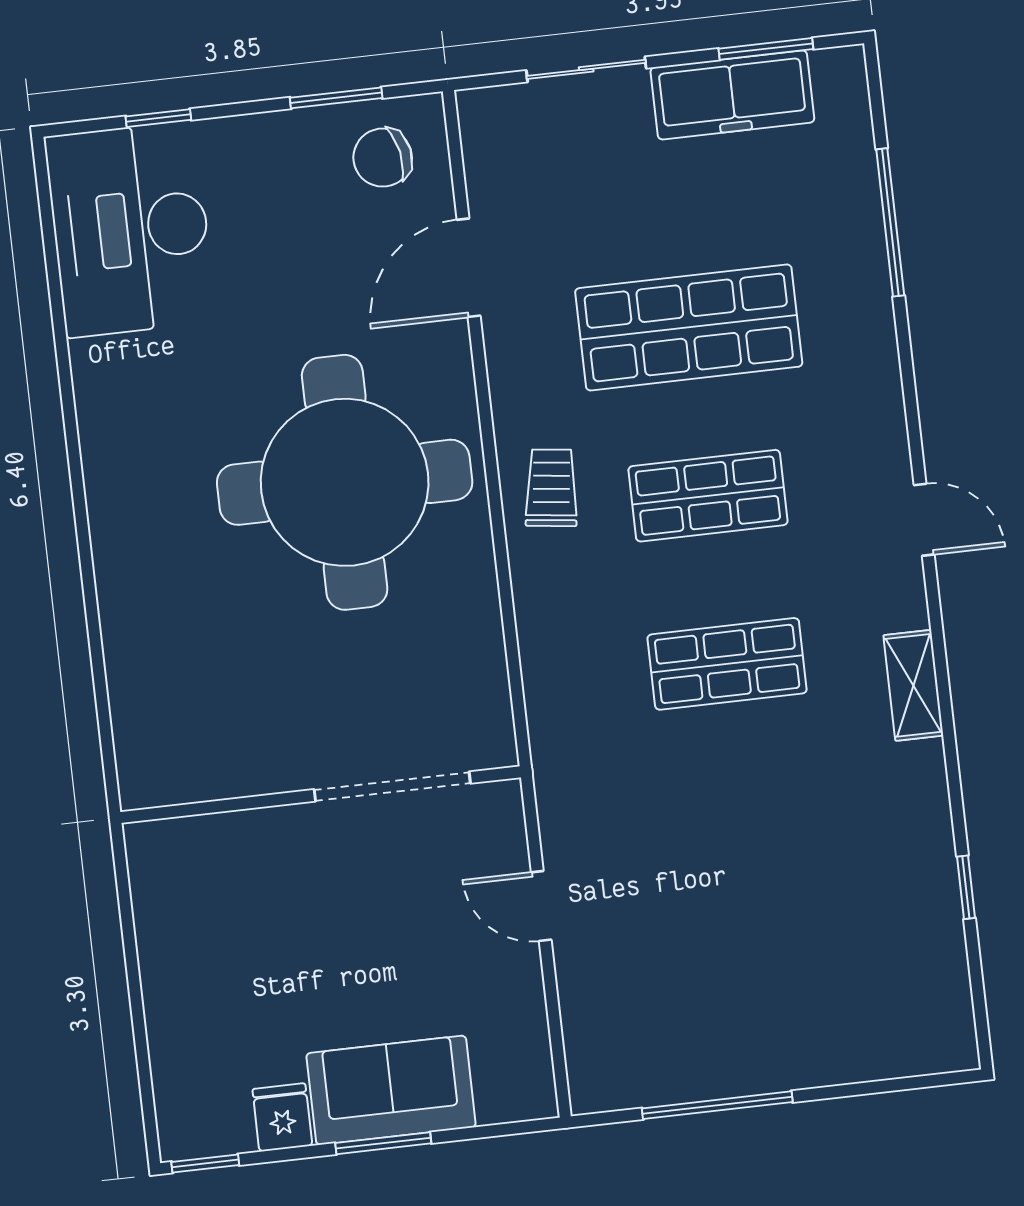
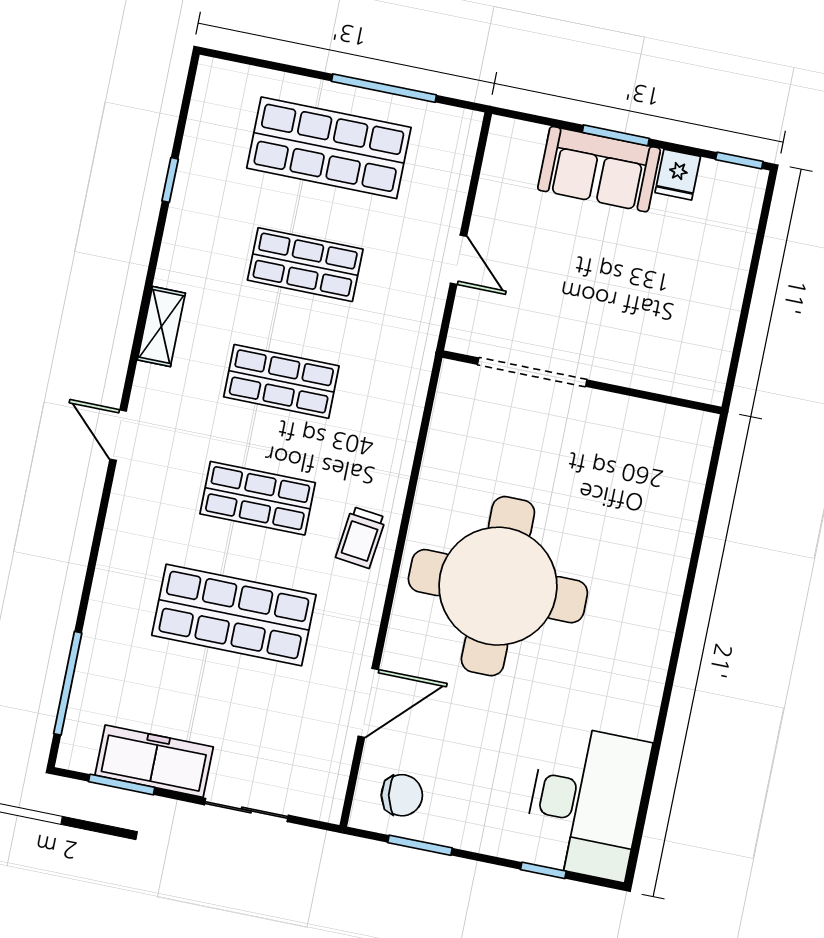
window: (890, 222) -> (68, 683), moved
shop shelf: (746, 832) -> (305, 265), added
shop shelf: (765, 1000) -> (329, 148), added

